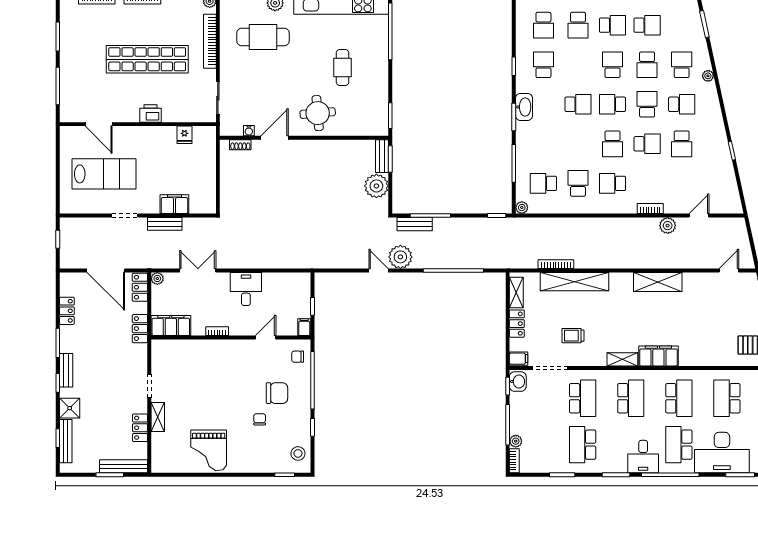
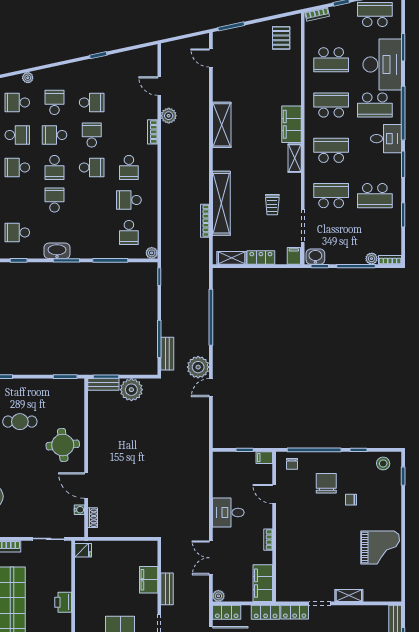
fridge: (184, 135) -> (83, 550), moved
locker: (140, 428) -> (295, 612), moved

